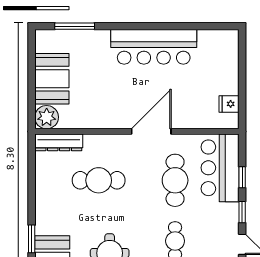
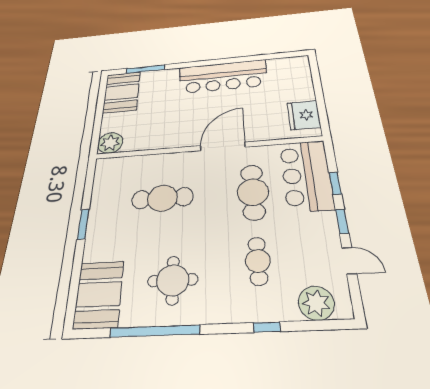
booth: (52, 79) -> (121, 92), moved
fridge: (229, 104) -> (304, 115), width x1.88, depth x1.34
dresser: (59, 142) -> (121, 164), removed
window: (32, 239) -> (83, 224), moved

